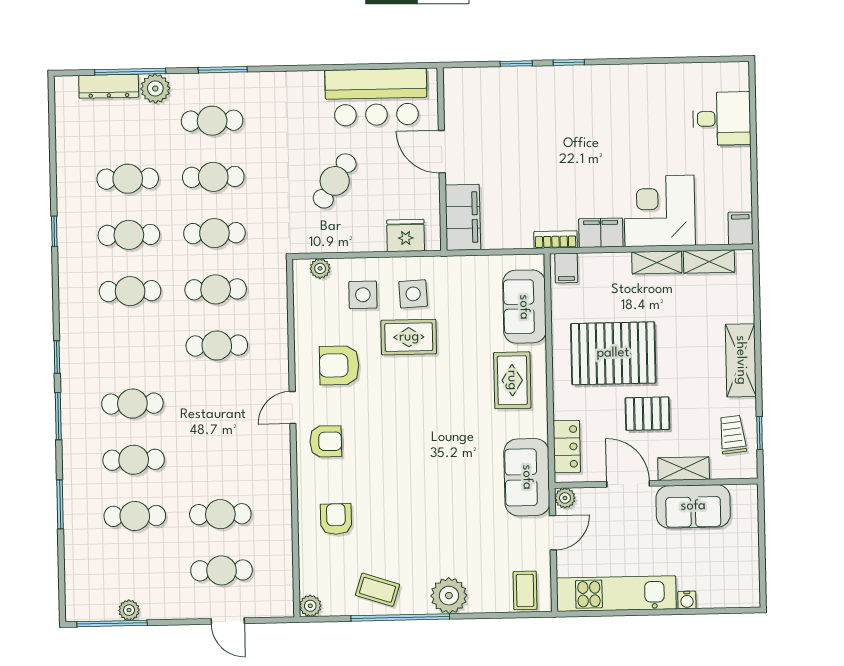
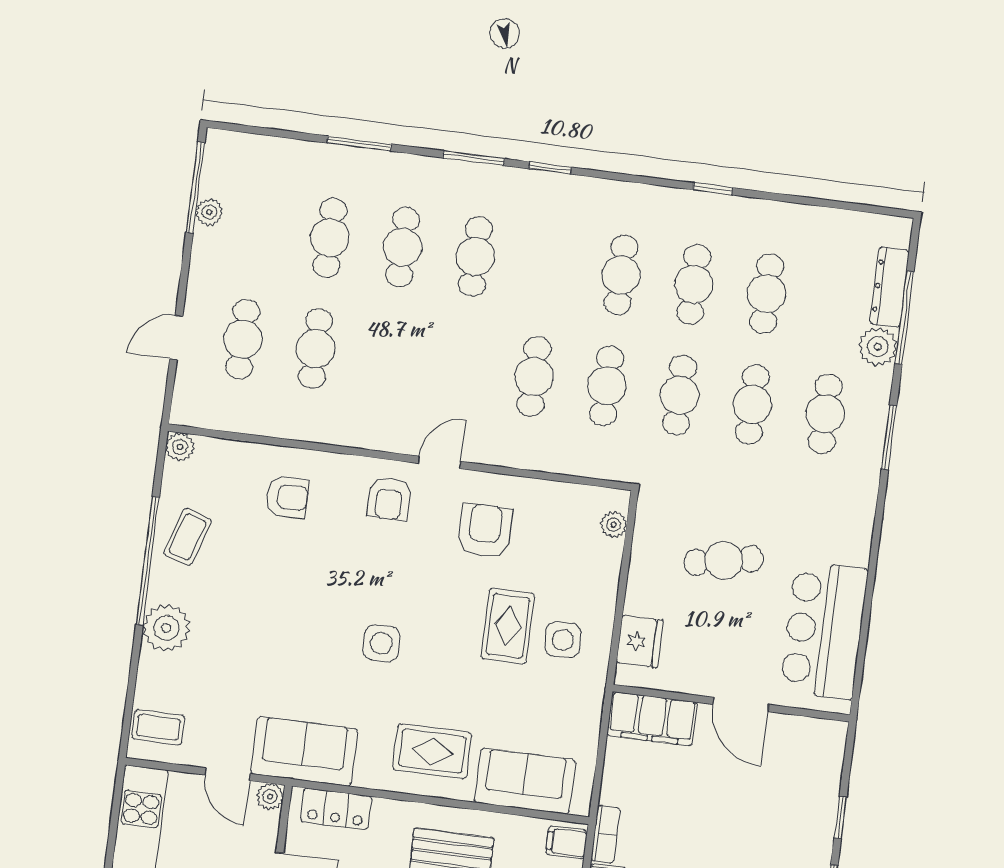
door: (442, 152) -> (741, 704), swing flipped
cafe table: (335, 181) -> (724, 561), turned -45
side table: (363, 295) -> (381, 643), moved
door: (293, 408) -> (439, 462), hinge flipped

